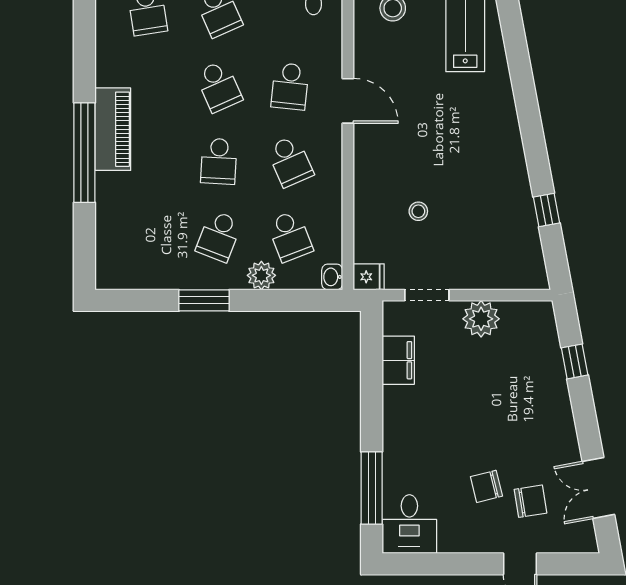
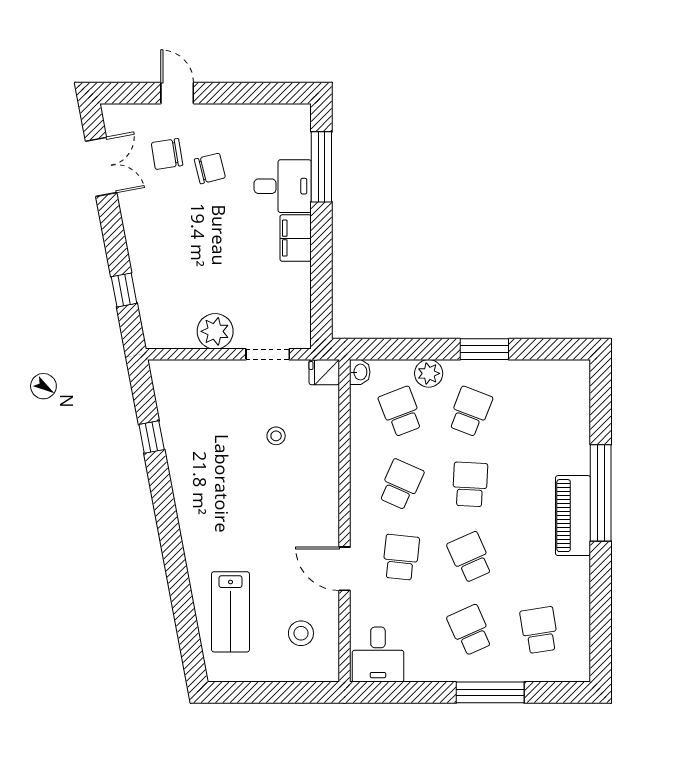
door: (348, 101) -> (345, 569), moved
school desk: (290, 161) -> (401, 484), turned 48
filing cabinet: (398, 360) -> (296, 238), moved
desk: (409, 524) -> (283, 186), moved, turned 90

